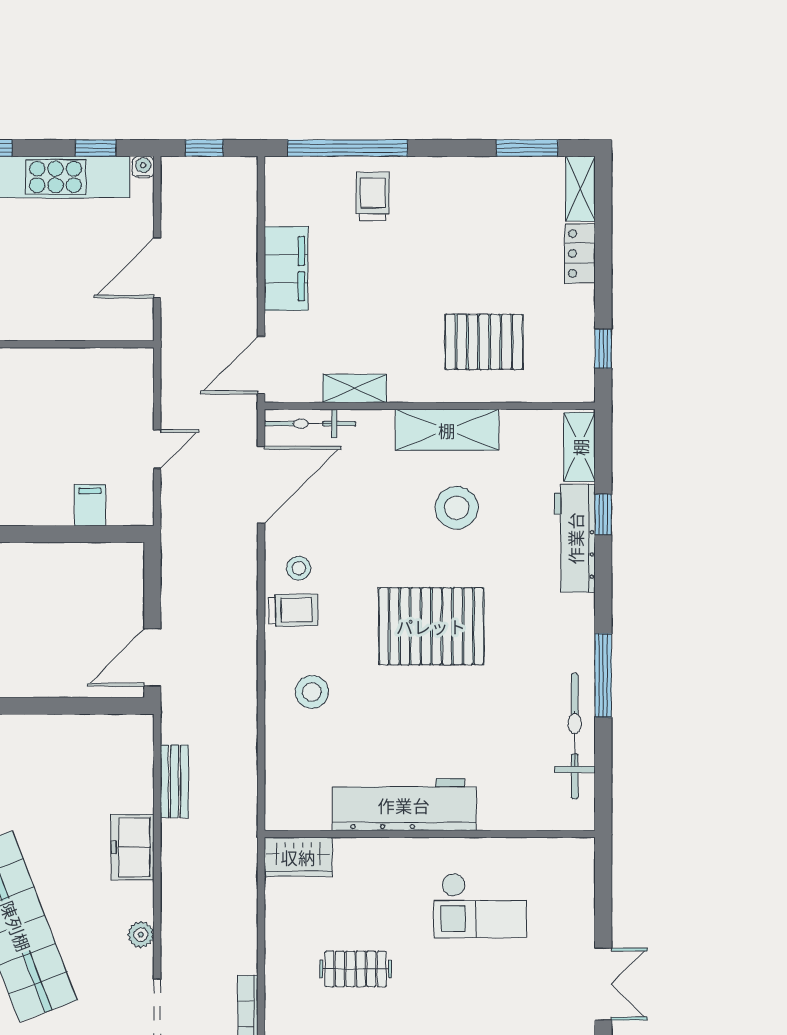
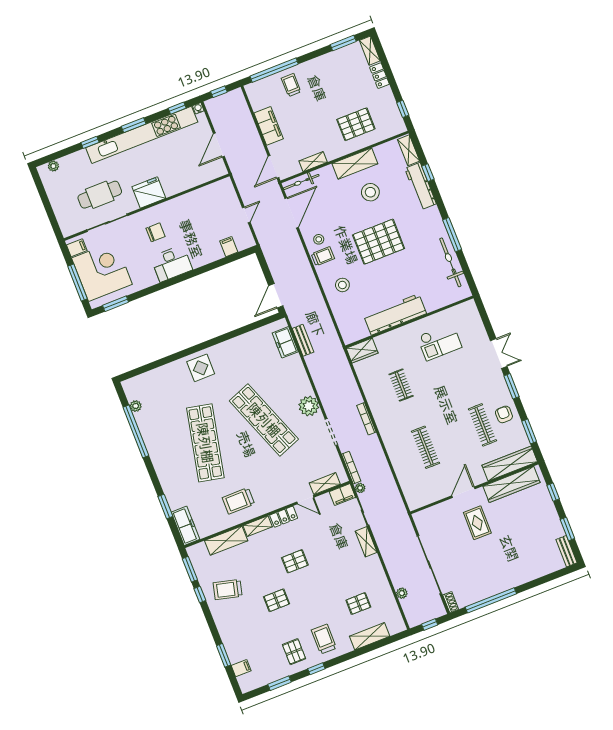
freezer: (133, 847) -> (285, 342), moved
plant: (141, 935) -> (309, 406), width x1.88, depth x1.88
clothes rail: (356, 969) -> (401, 385), turned 90

